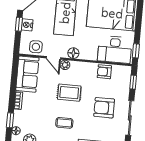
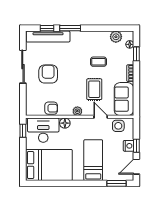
floor lamp: (73, 53) -> (65, 123), moved
plant: (65, 65) -> (77, 111), moved
window: (133, 82) -> (23, 101), removed
rug: (69, 93) -> (94, 89), moved, turned 90
armchair: (104, 108) -> (48, 74), turned -90
coffee table: (64, 123) -> (98, 62), moved

